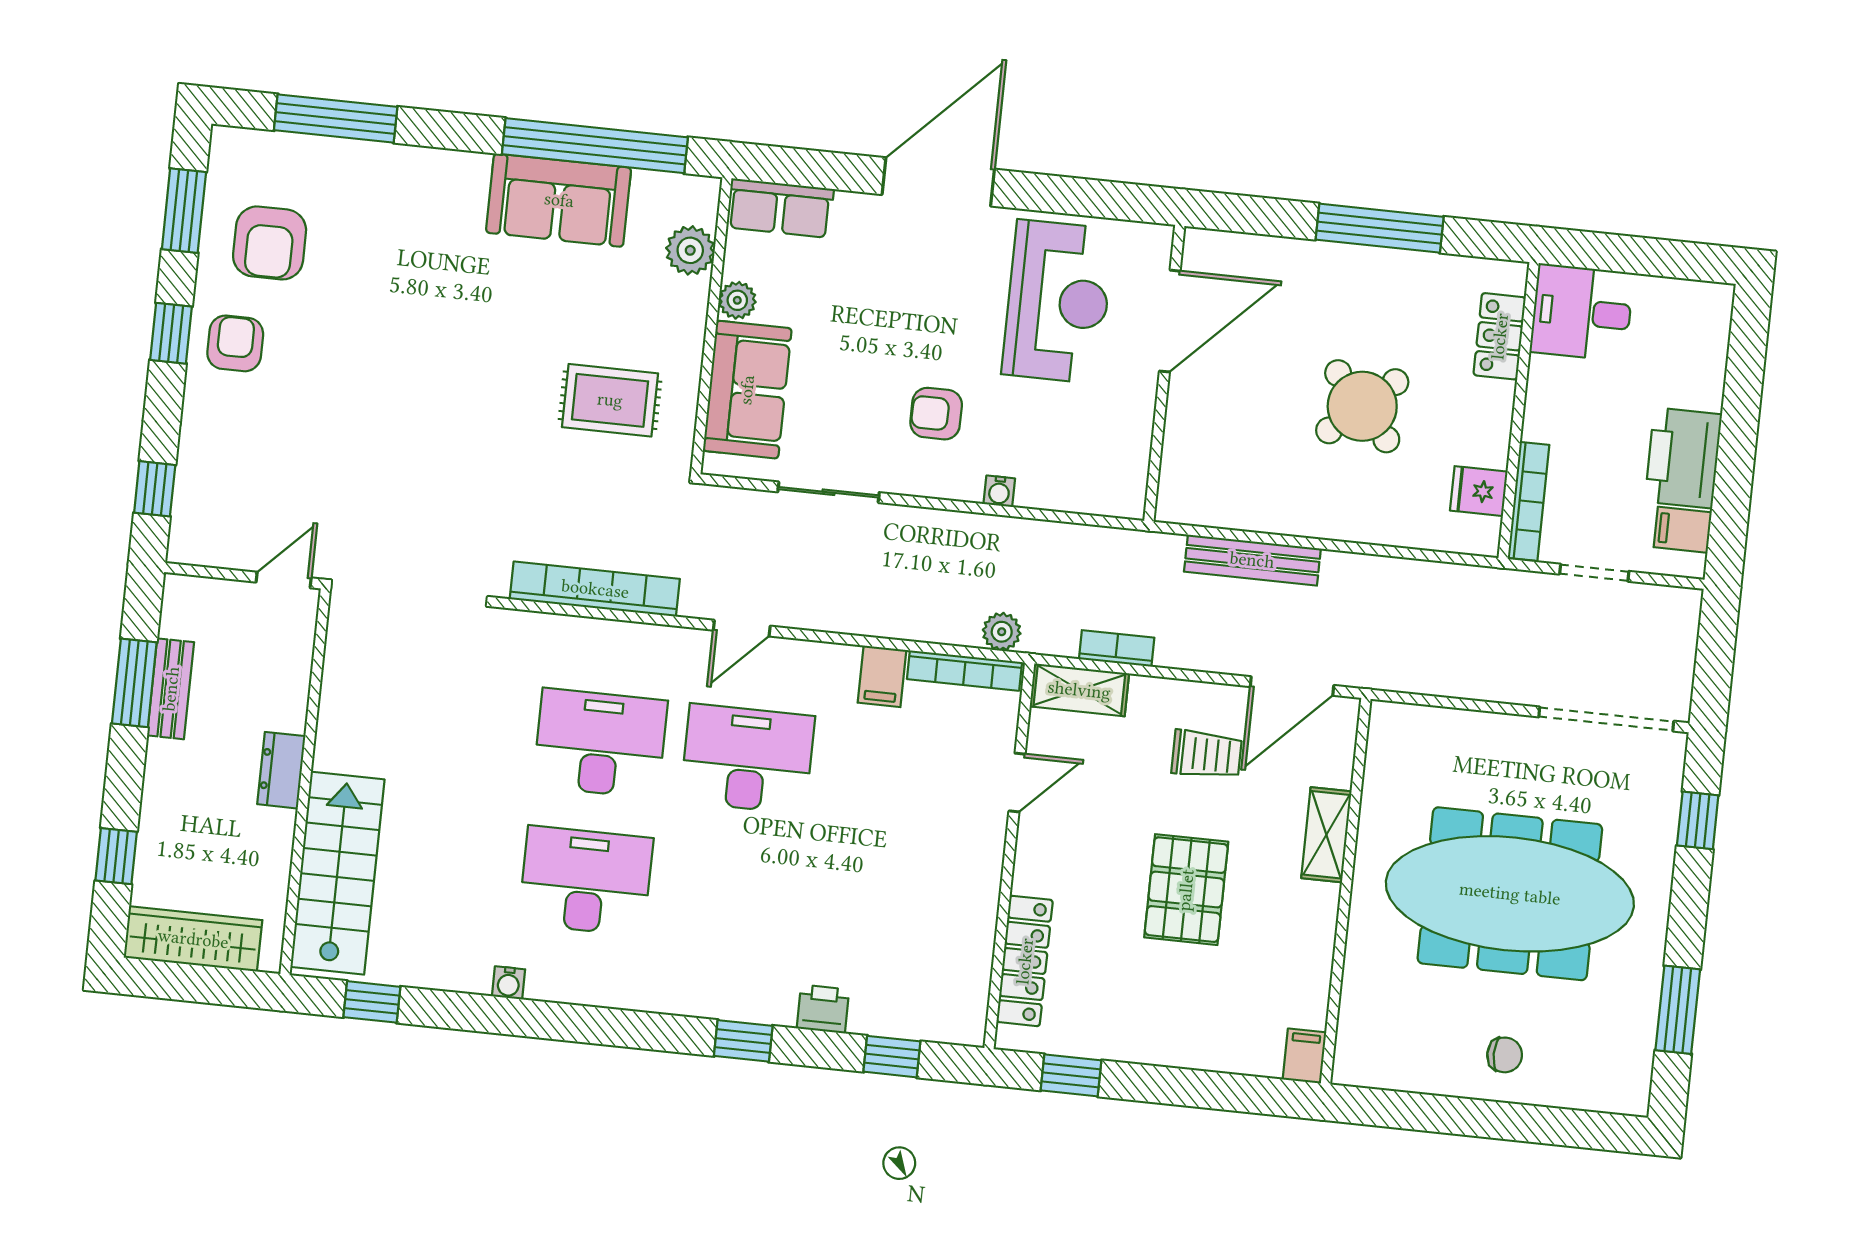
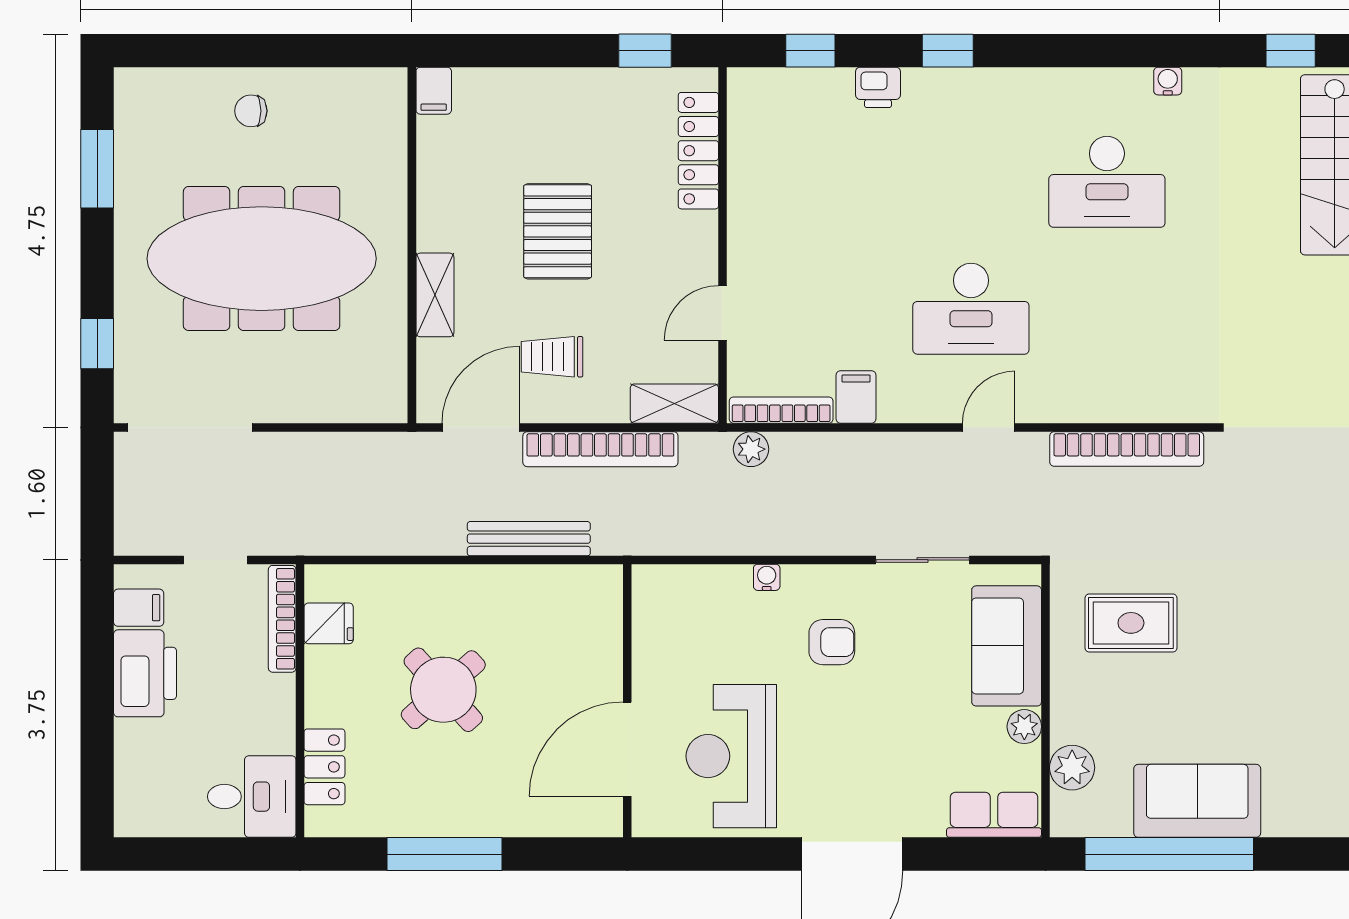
bookcase: (1117, 648) -> (600, 449), width x2.31, depth x1.31
desk: (600, 743) -> (1107, 309), removed

